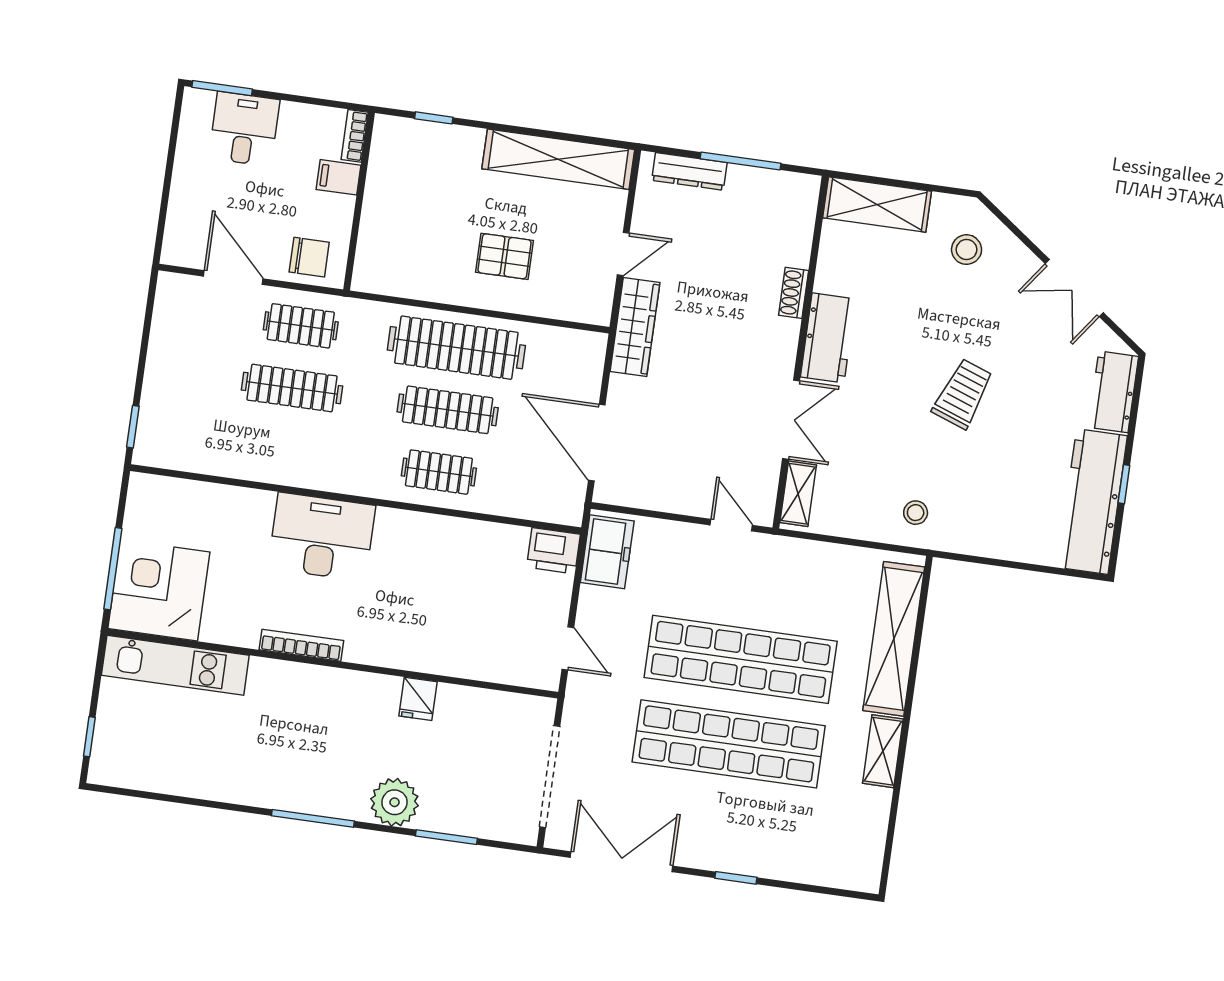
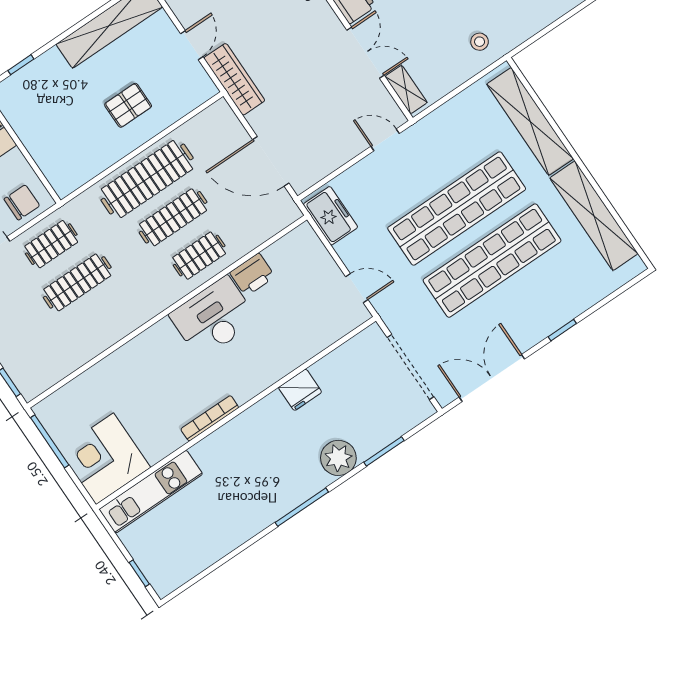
desk: (322, 537) -> (213, 318), moved
printer: (553, 551) -> (252, 275), moved
window: (113, 569) -> (50, 441), moved
fridge: (418, 699) -> (300, 390), width x1.38
shelving: (883, 751) -> (594, 216), width x2.20, depth x1.33

